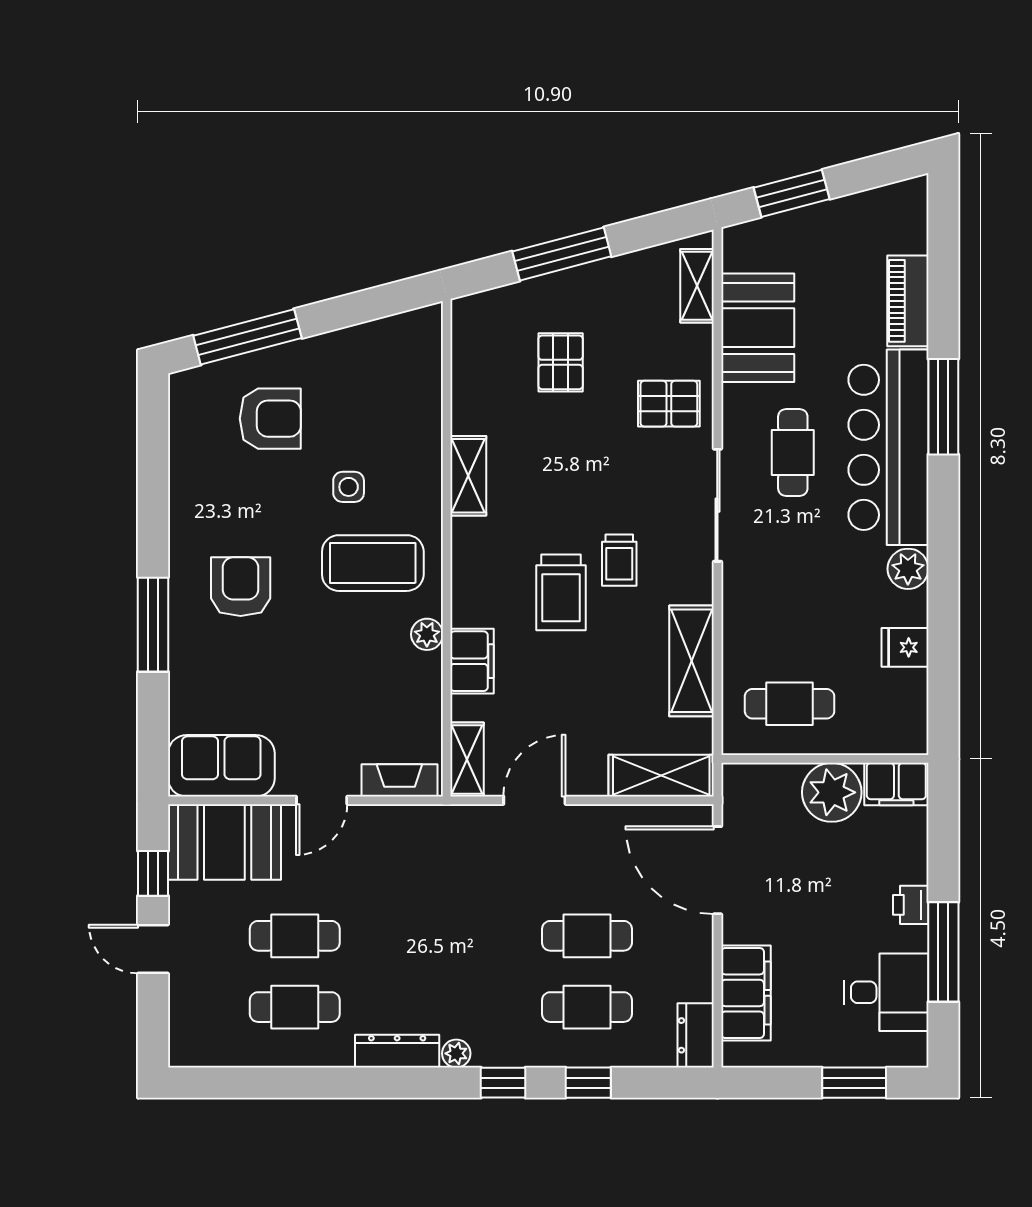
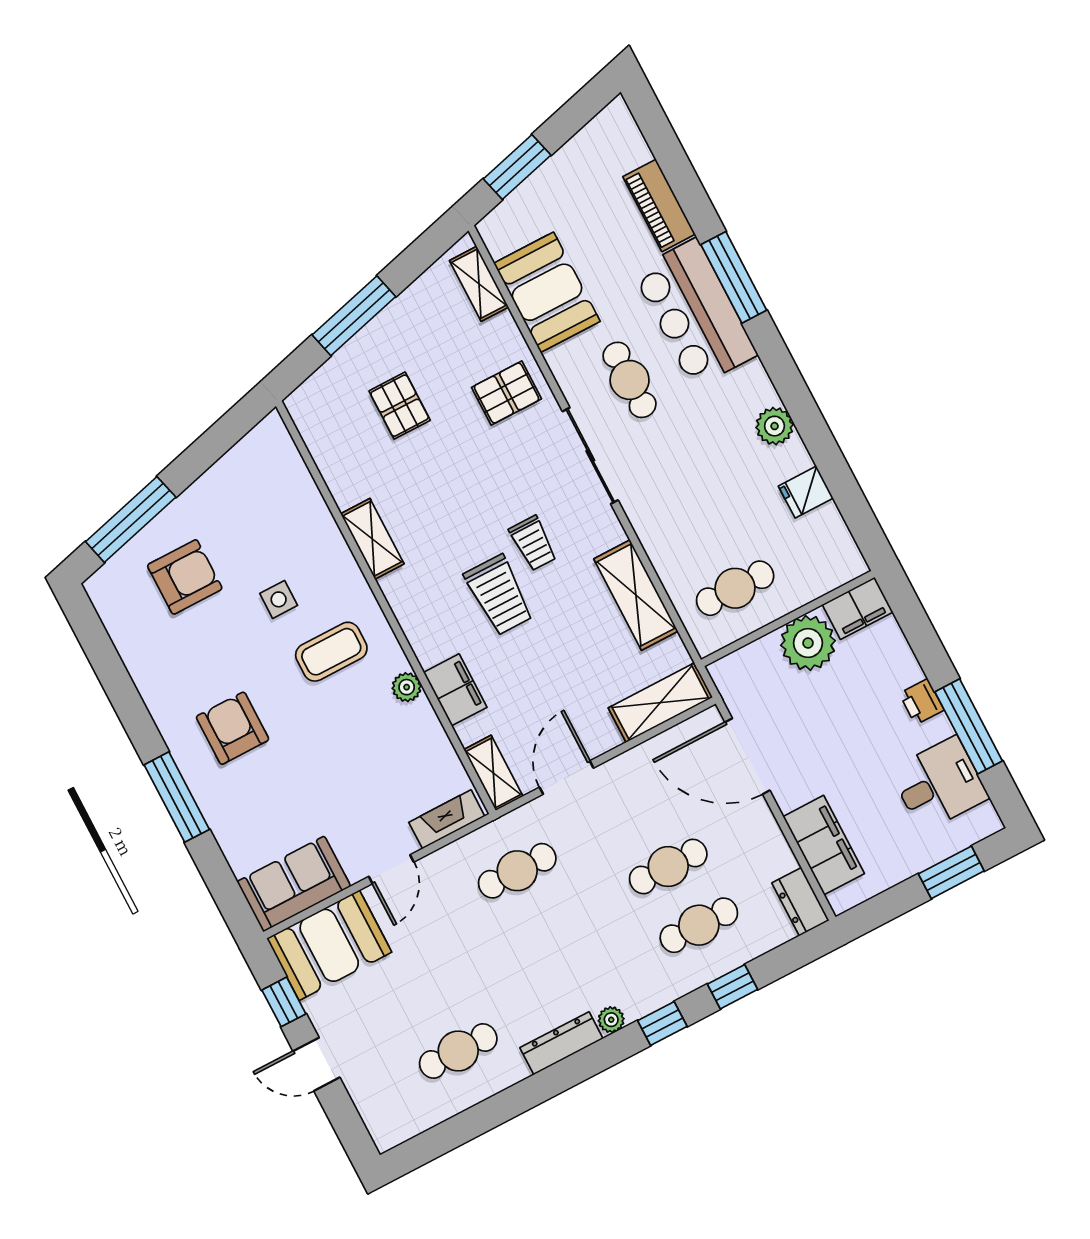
bar counter: (888, 447) -> (695, 313), width x0.73
coffee table: (373, 563) -> (331, 652), width x0.73, depth x0.76
cafe table: (295, 936) -> (517, 871), moved

